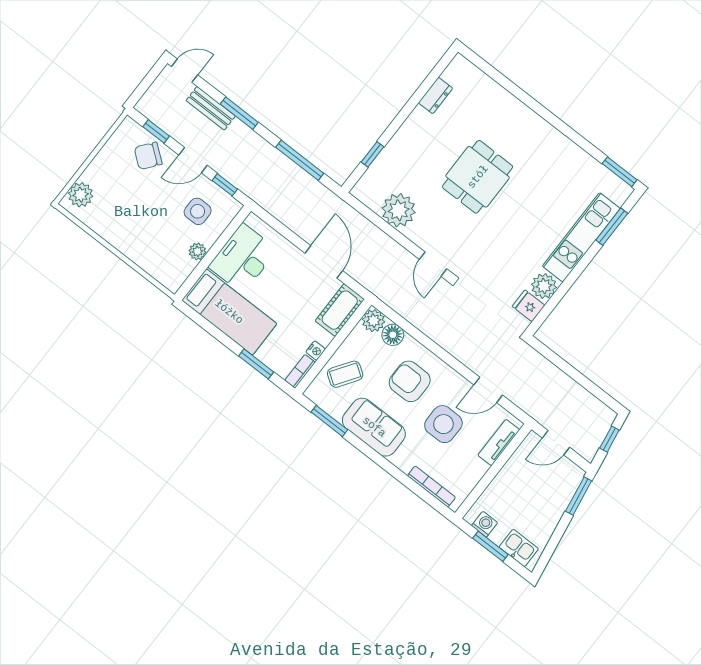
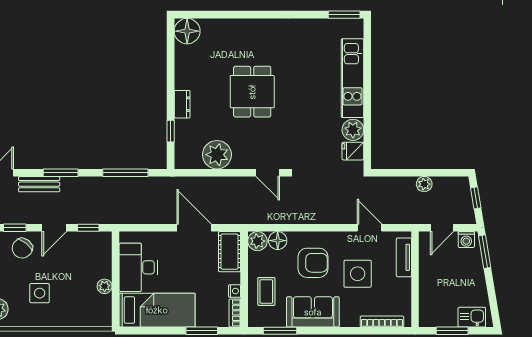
floor lamp: (461, 73) -> (187, 31), added
dresser: (436, 96) -> (182, 104), moved
side table: (198, 211) -> (40, 293), moved
window: (612, 227) -> (367, 55), removed
coffee table: (345, 374) -> (266, 291), turned -34
armchair: (410, 381) -> (313, 263), turned 180
plant: (571, 389) -> (424, 184), added
door: (488, 390) -> (370, 228), swing flipped
washing machine: (485, 524) -> (466, 240), moved, turned 180

